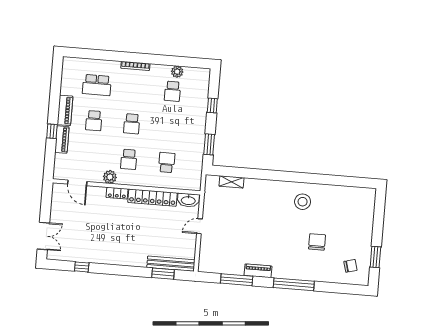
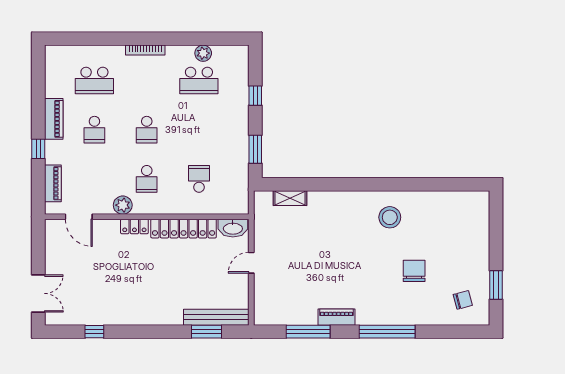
school desk: (172, 91) -> (199, 81), width x1.85
piano: (62, 140) -> (53, 183), moved

